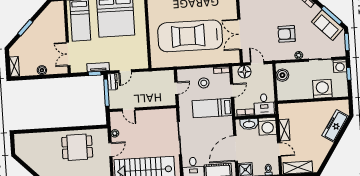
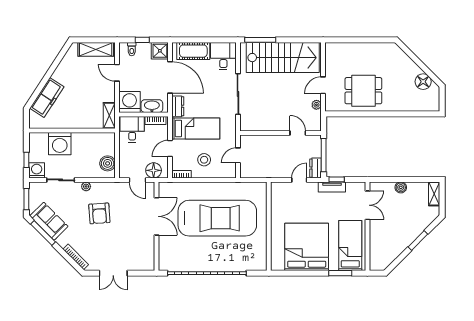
armchair: (287, 34) -> (99, 213), turned 86
dresser: (228, 125) -> (178, 106), added
shelving: (284, 130) -> (109, 116), moved
door: (236, 148) -> (170, 77), hinge flipped
floor lamp: (29, 158) -> (423, 82), added

